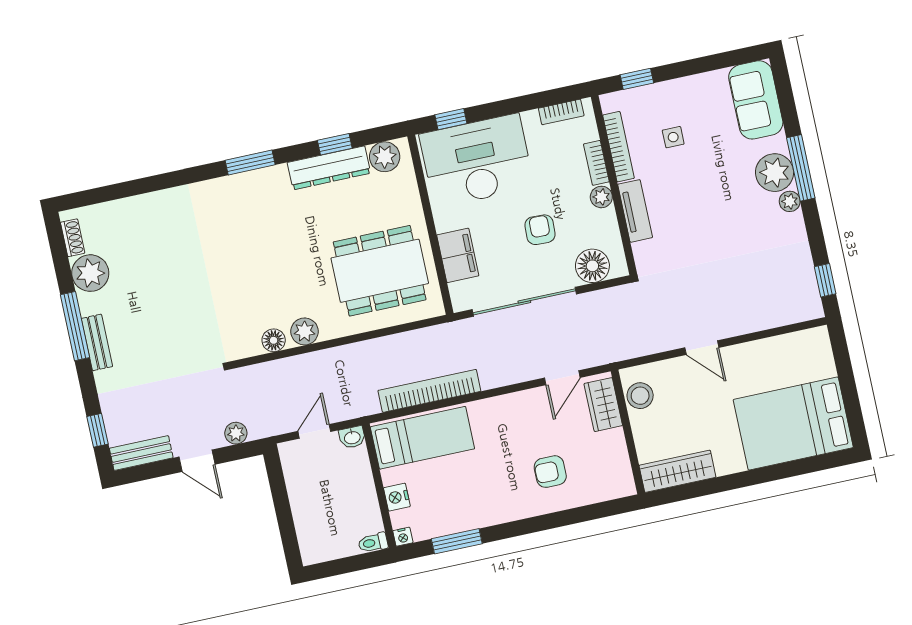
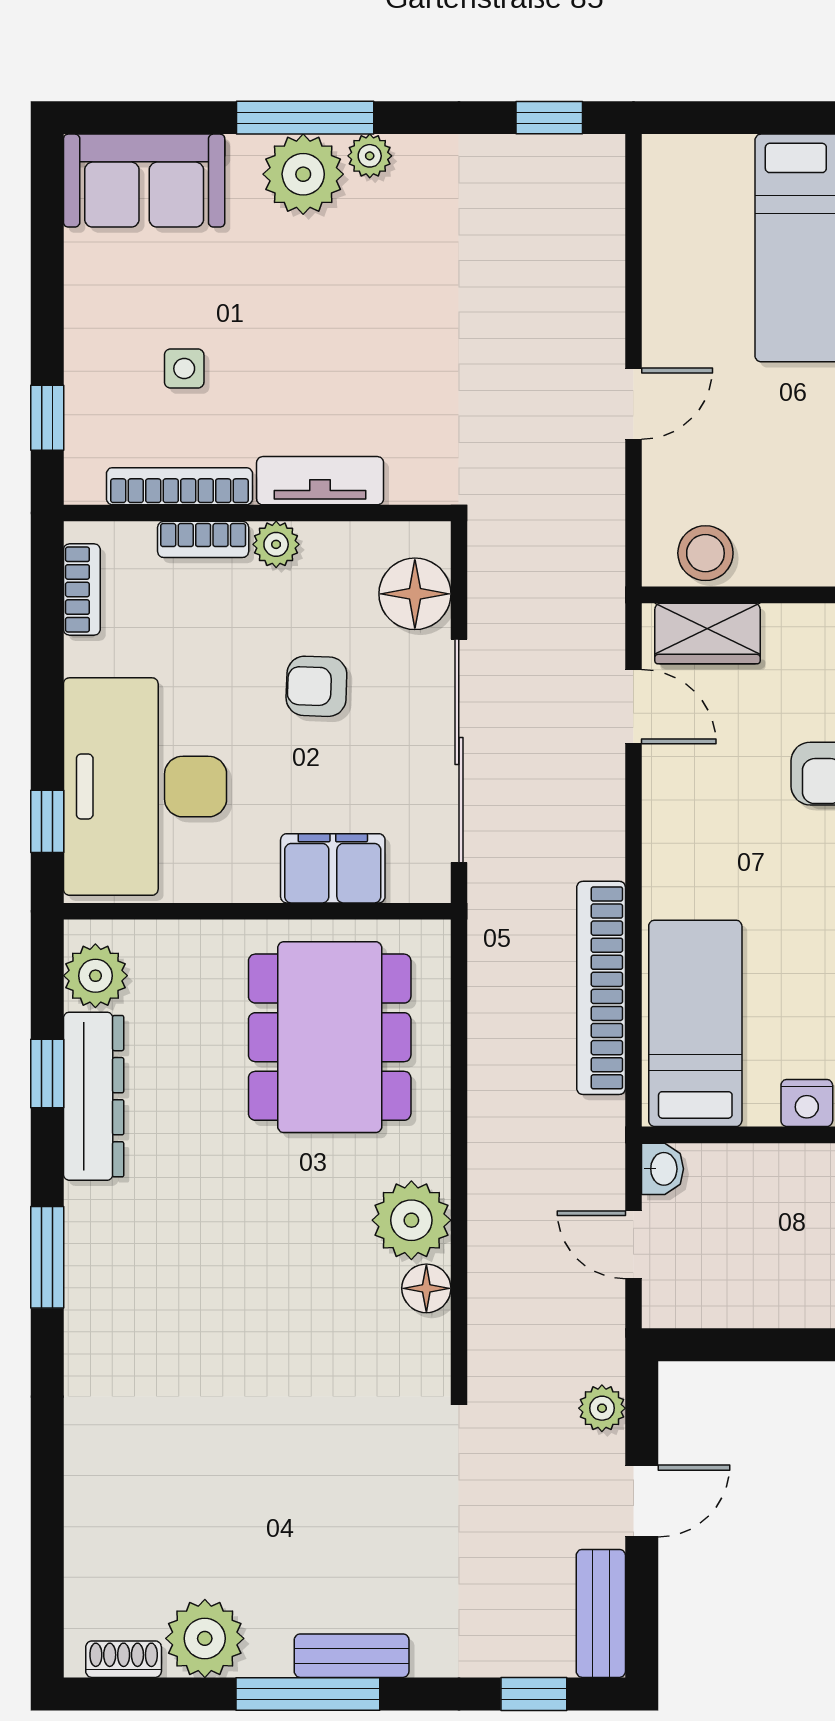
plant: (305, 331) -> (411, 1220), width x1.36, depth x1.36

